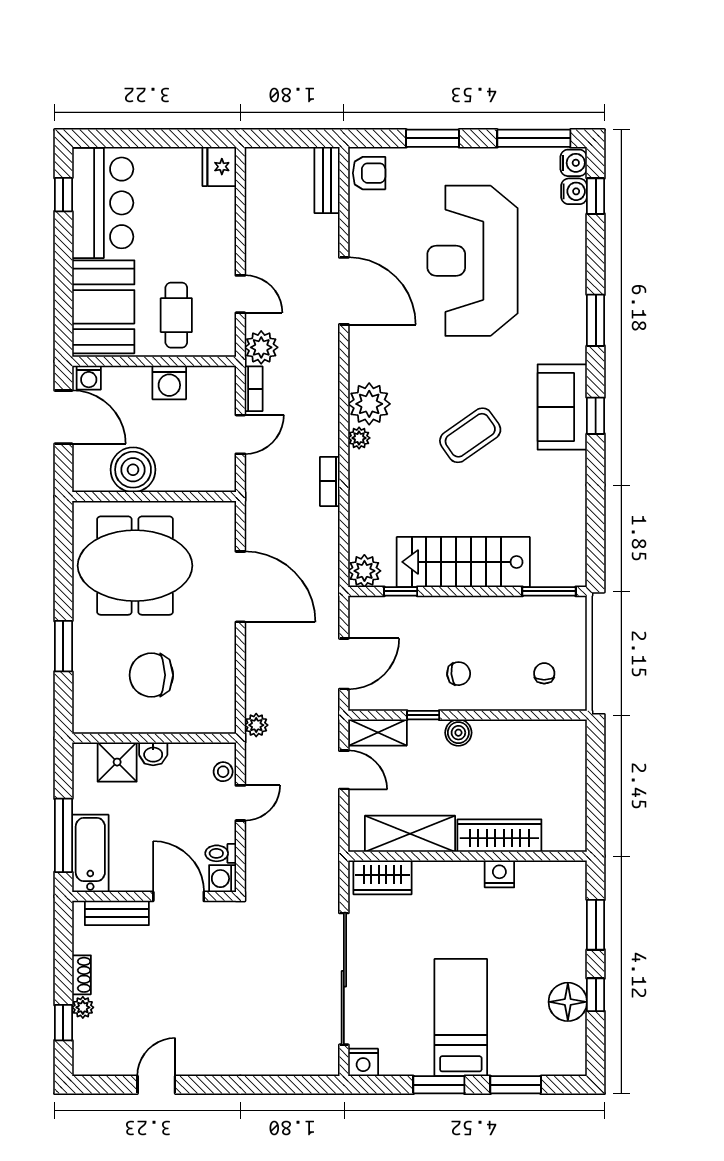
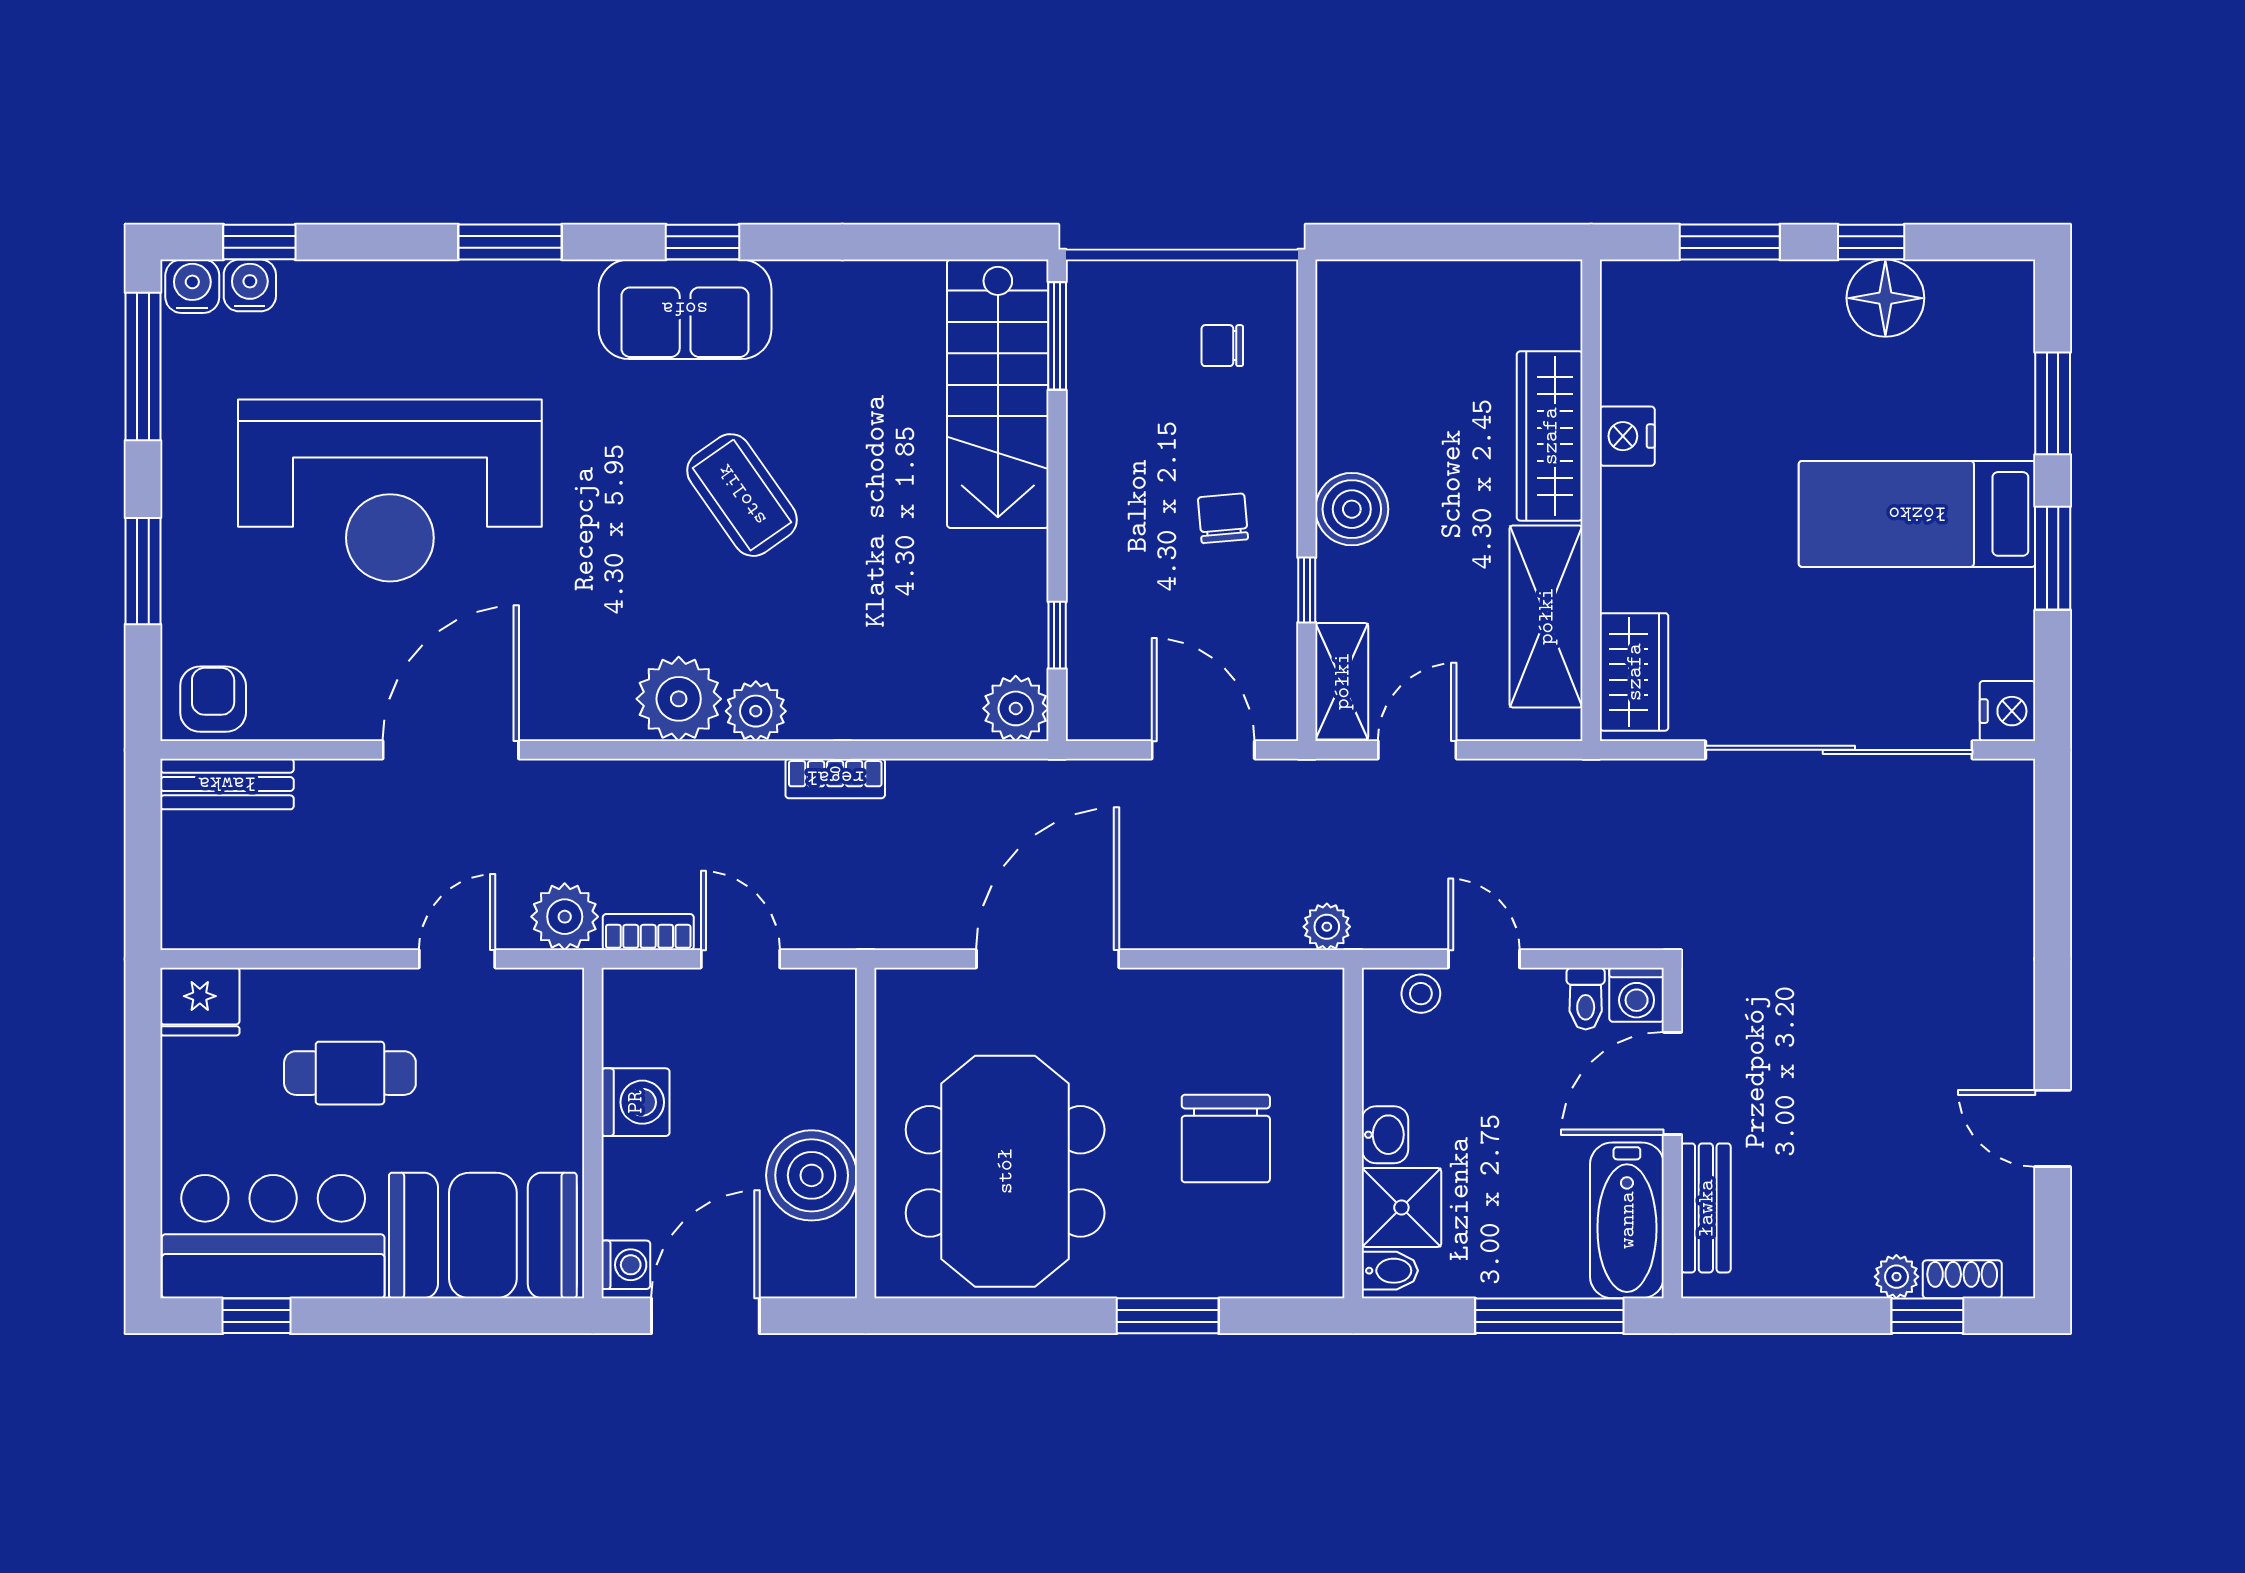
cafe table: (176, 315) -> (350, 1073), moved
plant: (359, 438) -> (756, 711), width x1.38, depth x1.38
stairs: (463, 562) -> (998, 394), moved
boiler: (458, 733) -> (1352, 509), width x1.36, depth x1.36
bidet: (86, 756) -> (1390, 1271), added
bathtub: (90, 853) -> (1627, 1220), moved, turned -90
shoe rack: (82, 975) -> (1962, 1279), moved

